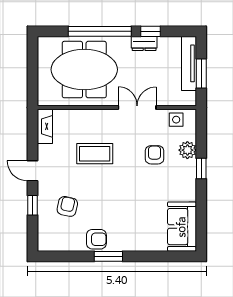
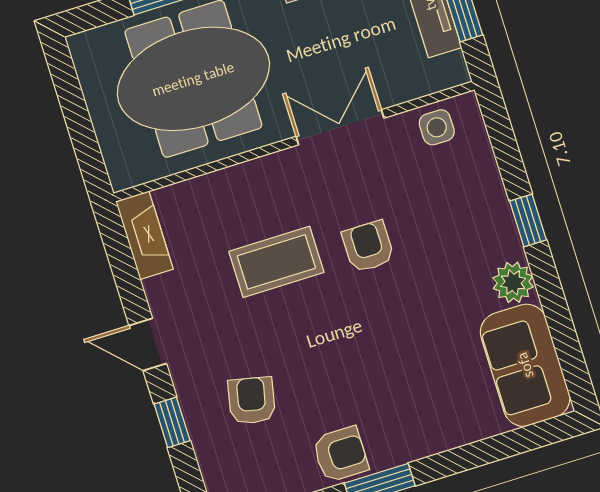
plant: (187, 150) -> (513, 282), moved
armchair: (154, 155) -> (368, 246), moved

